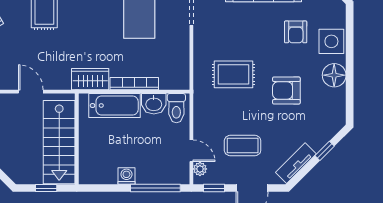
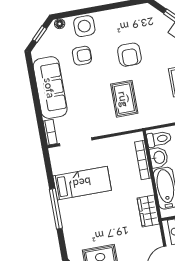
floor lamp: (334, 75) -> (60, 24), moved, width x0.53, depth x0.53
bookcase: (134, 84) -> (143, 160), moved

